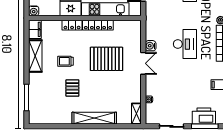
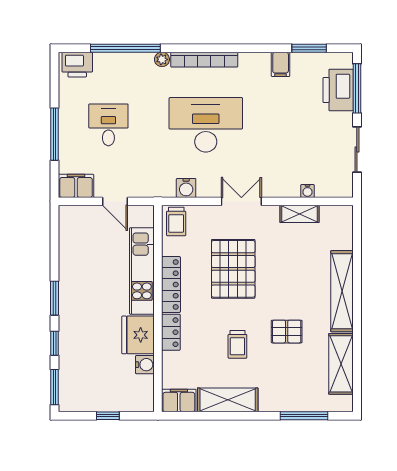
water cooler: (34, 11) -> (145, 365), moved
trolley: (132, 28) -> (176, 221), added
desk: (185, 44) -> (206, 125), width x1.36, depth x1.30
water cooler: (151, 46) -> (186, 188), moved
shelving: (136, 114) -> (299, 214), moved
shelving: (55, 118) -> (341, 364), added

